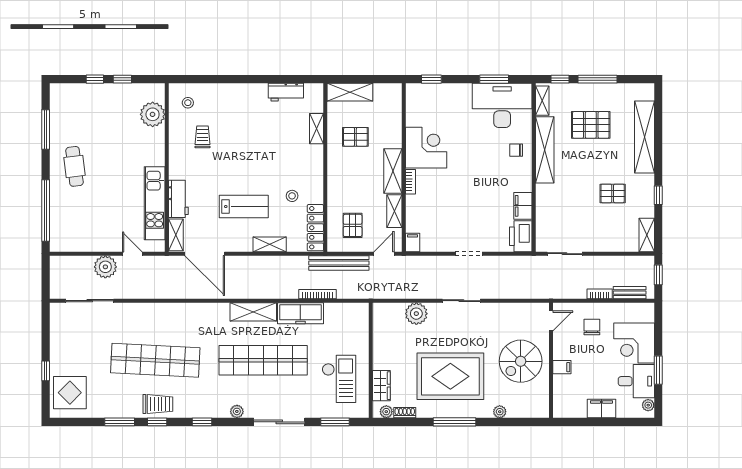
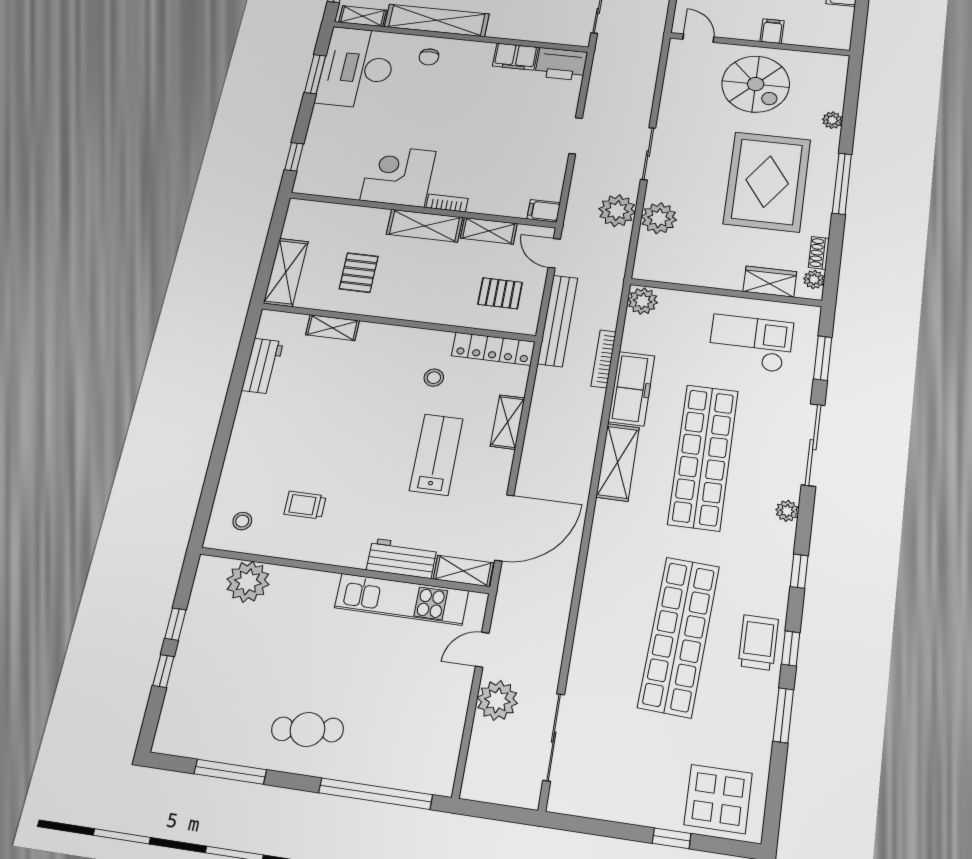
plant: (418, 287) -> (617, 211), added
plant: (359, 312) -> (643, 301), added

